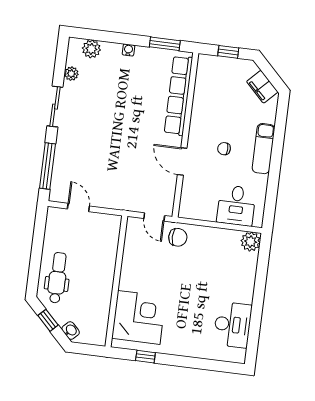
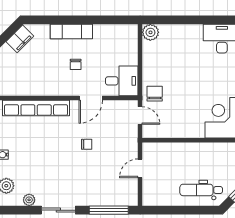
chair: (128, 150) -> (87, 144), added
desk: (236, 205) -> (122, 81), moved
door: (78, 207) -> (140, 168), moved
door: (154, 217) -> (140, 115), hinge flipped

